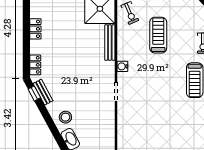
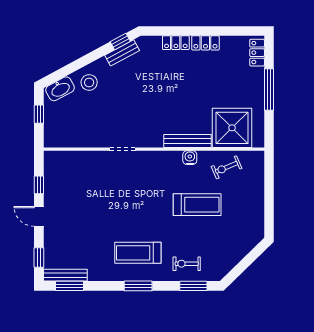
locker: (35, 65) -> (176, 43), moved
water cooler: (122, 66) -> (190, 158), moved

